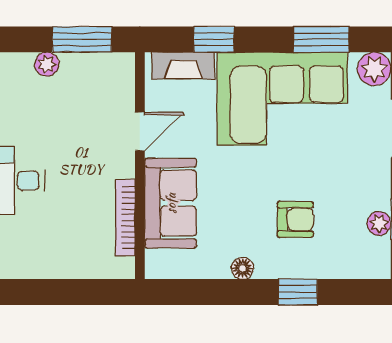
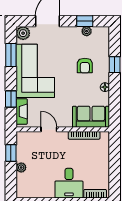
window: (82, 39) -> (11, 153), width x0.67
sofa: (171, 203) -> (91, 117), moved
armchair: (295, 219) -> (85, 66), turned 180

